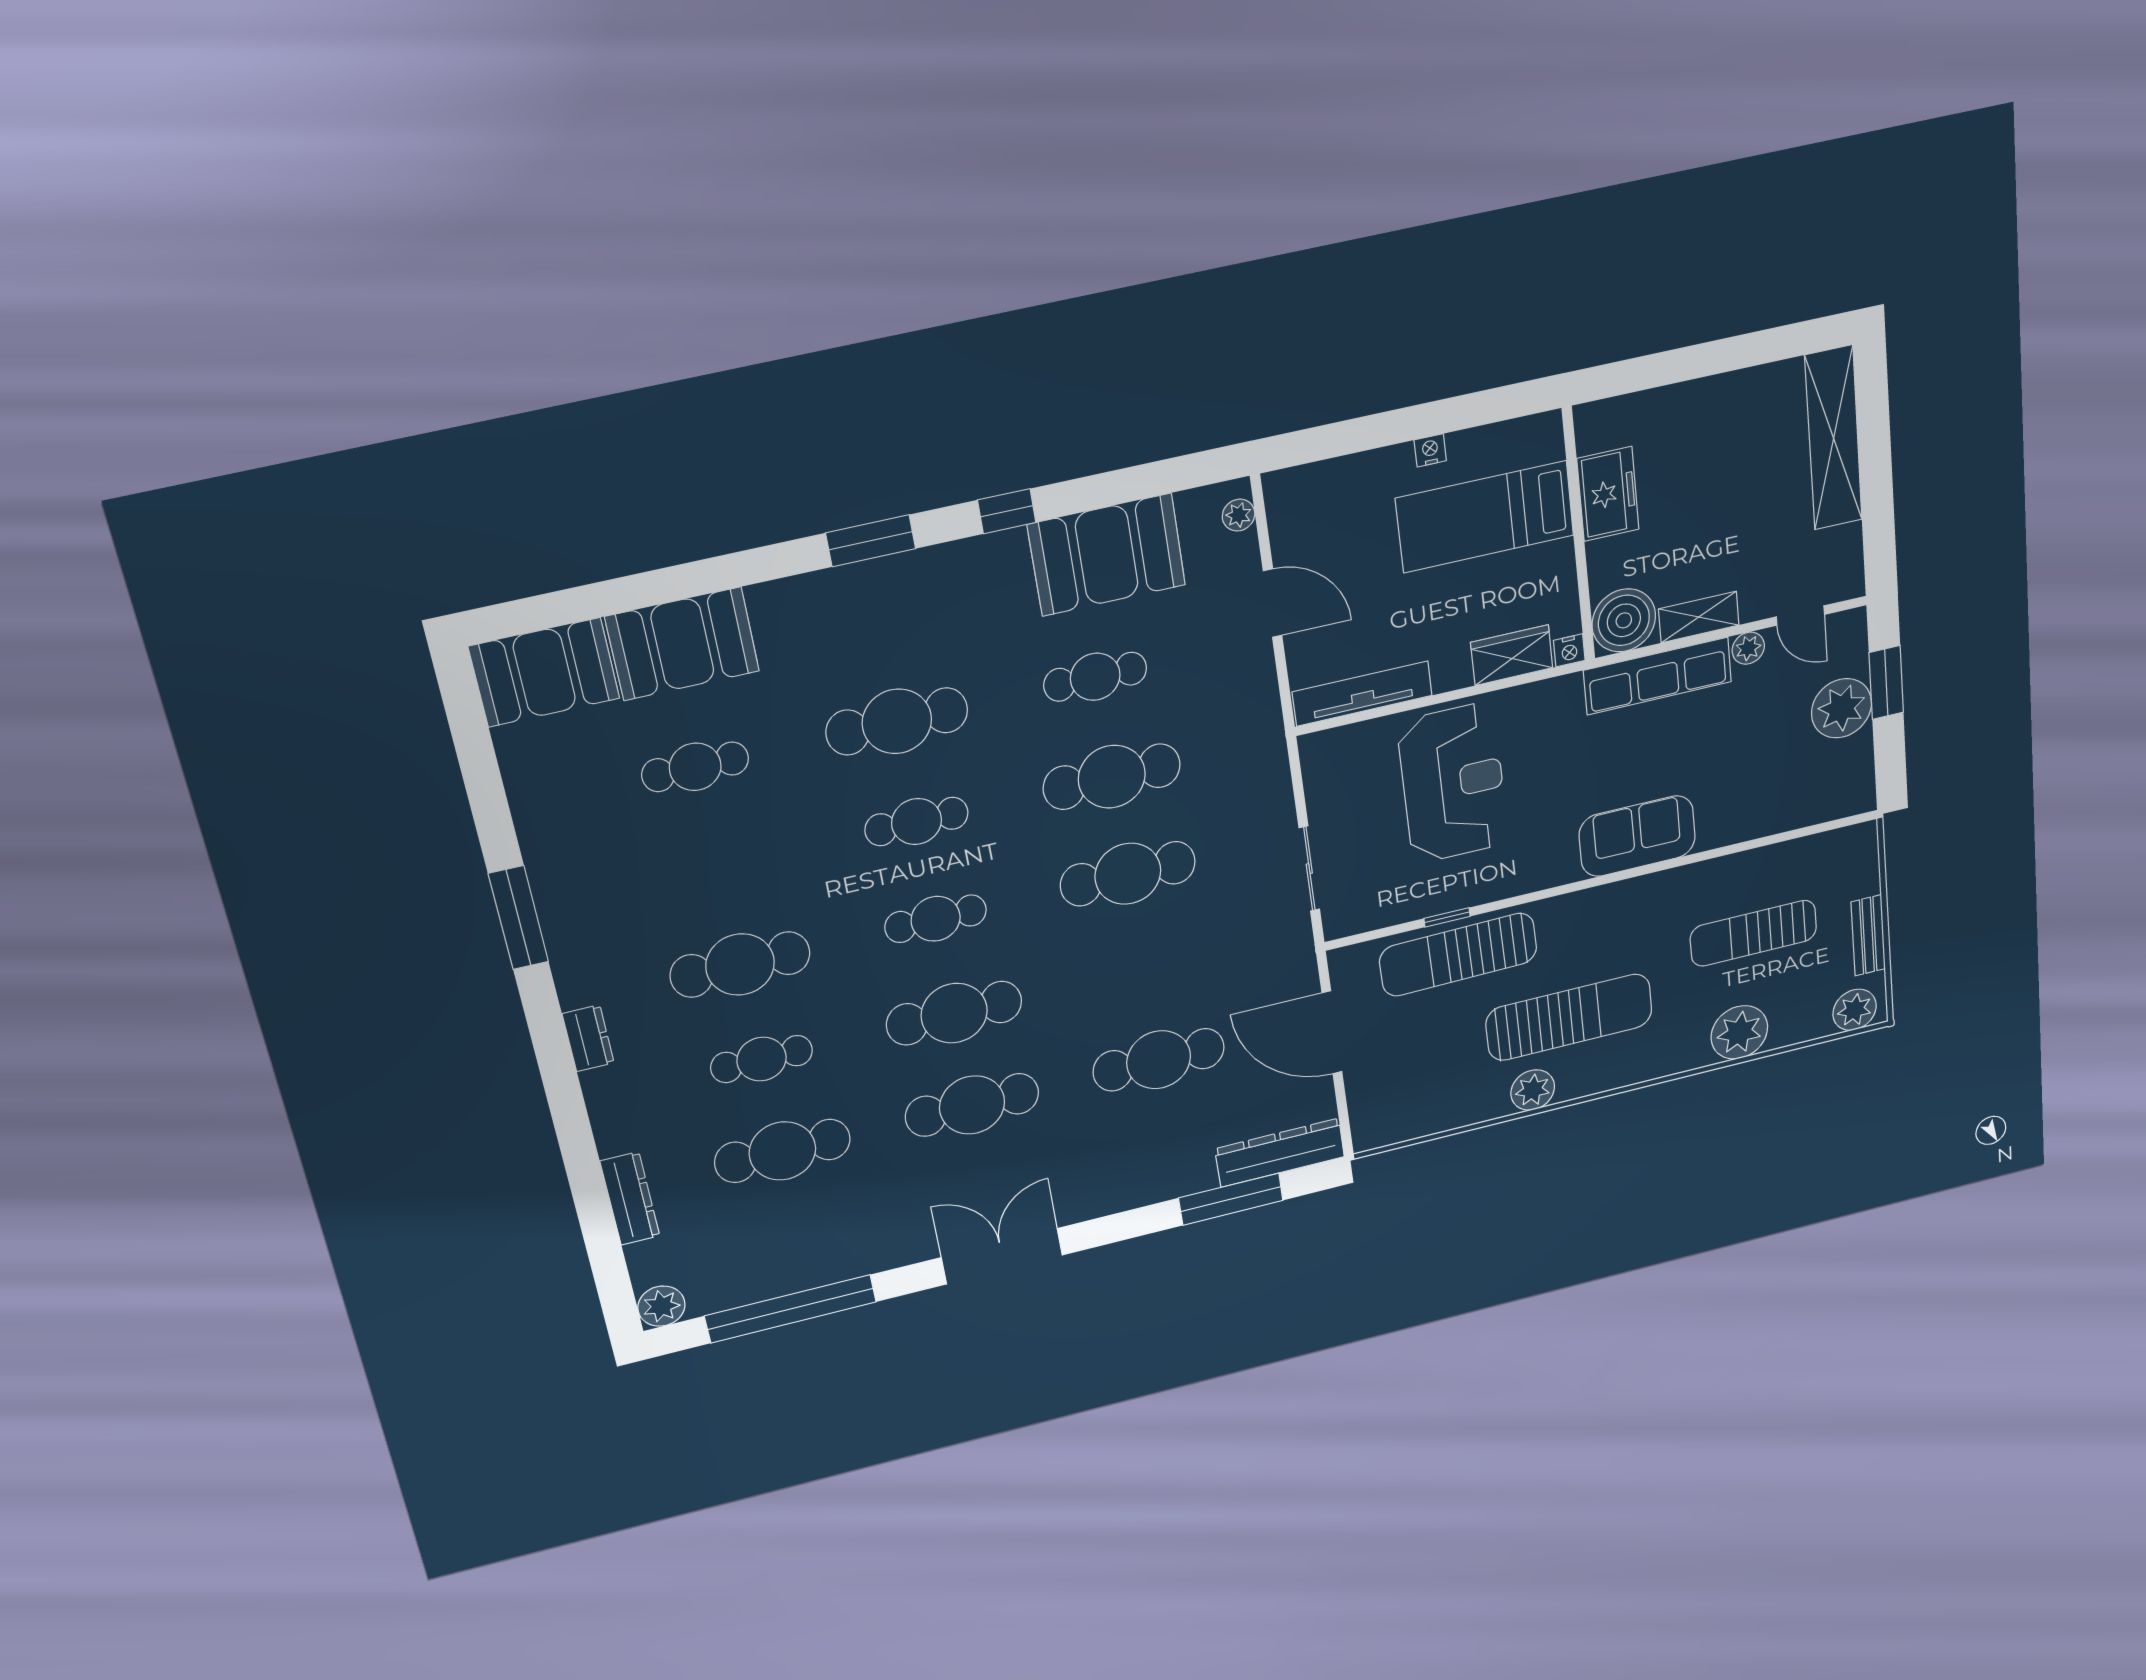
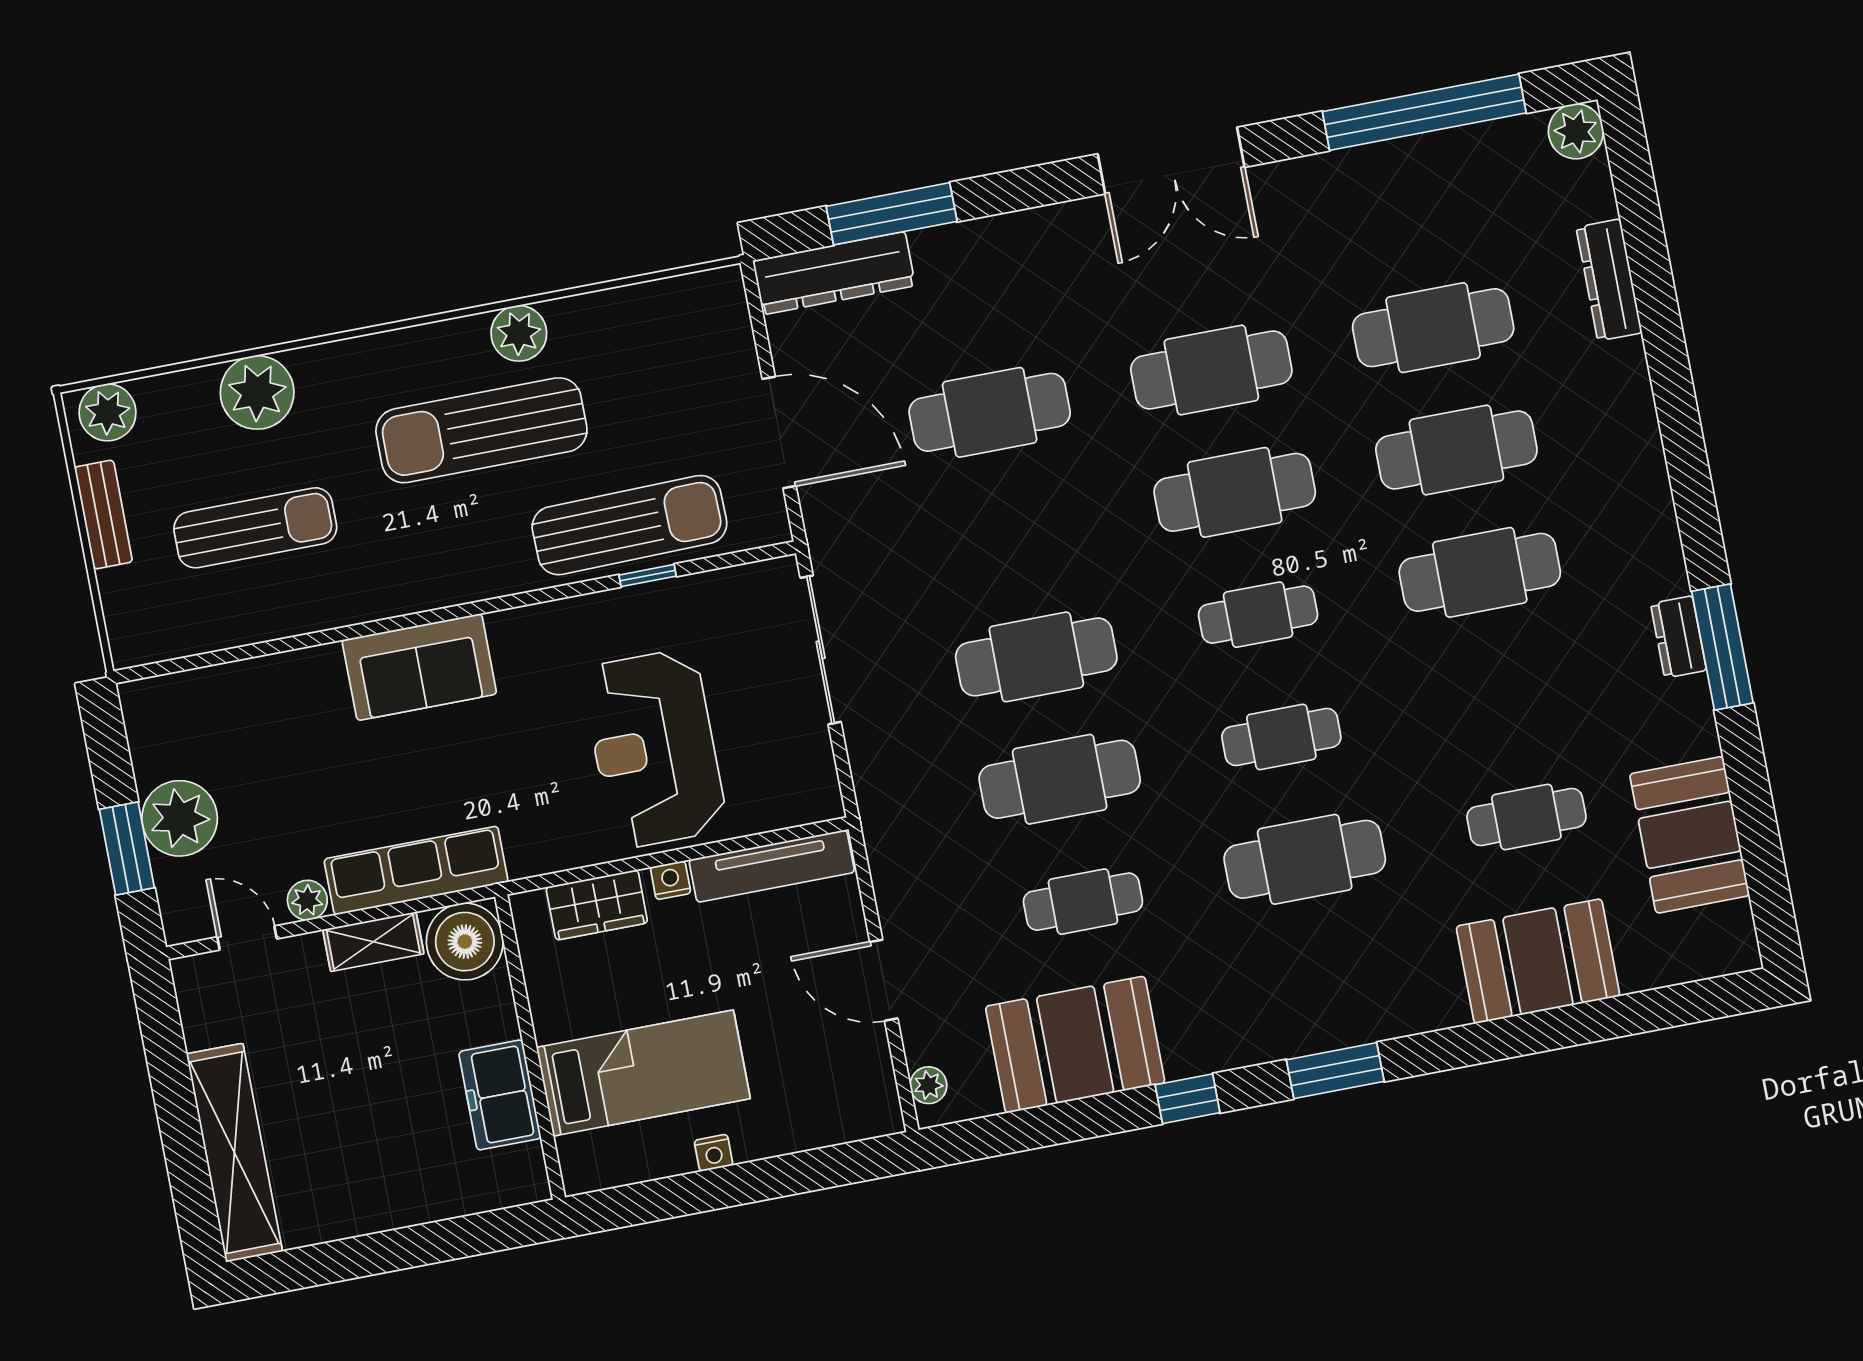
nightstand: (1569, 650) -> (671, 880), moved
booth: (544, 672) -> (1690, 835), moved, turned 90
sliding door: (1309, 869) -> (821, 650), width x1.37
dresser: (588, 1038) -> (1679, 637), moved
cafe table: (762, 1059) -> (1456, 450), width x1.37, depth x1.35

